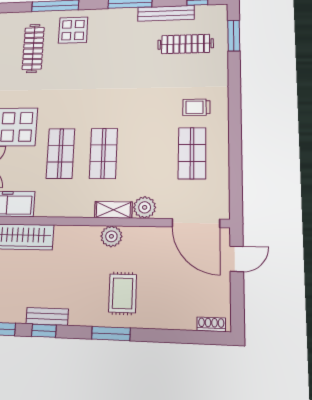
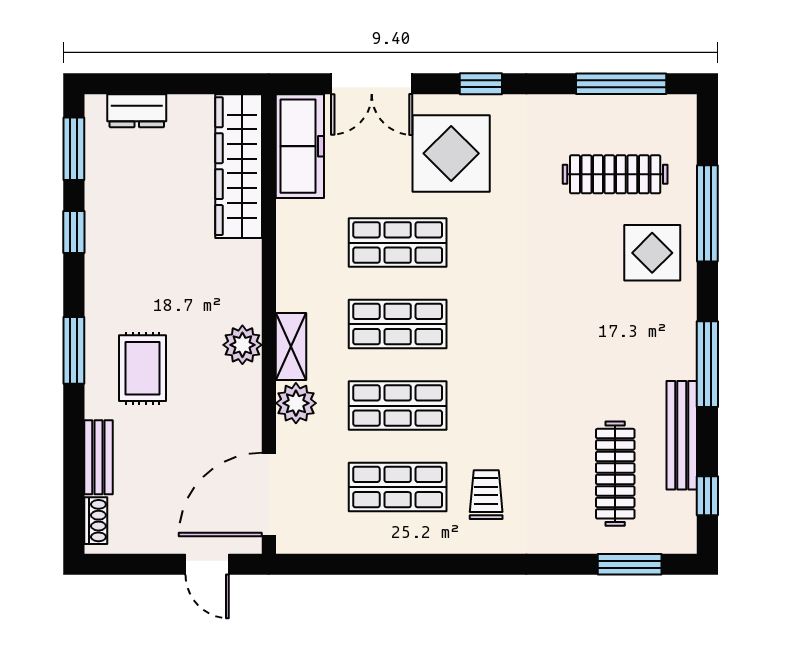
shop shelf: (147, 153) -> (398, 406), added
rug: (123, 293) -> (143, 368), turned 90
bench: (47, 316) -> (98, 457), moved

